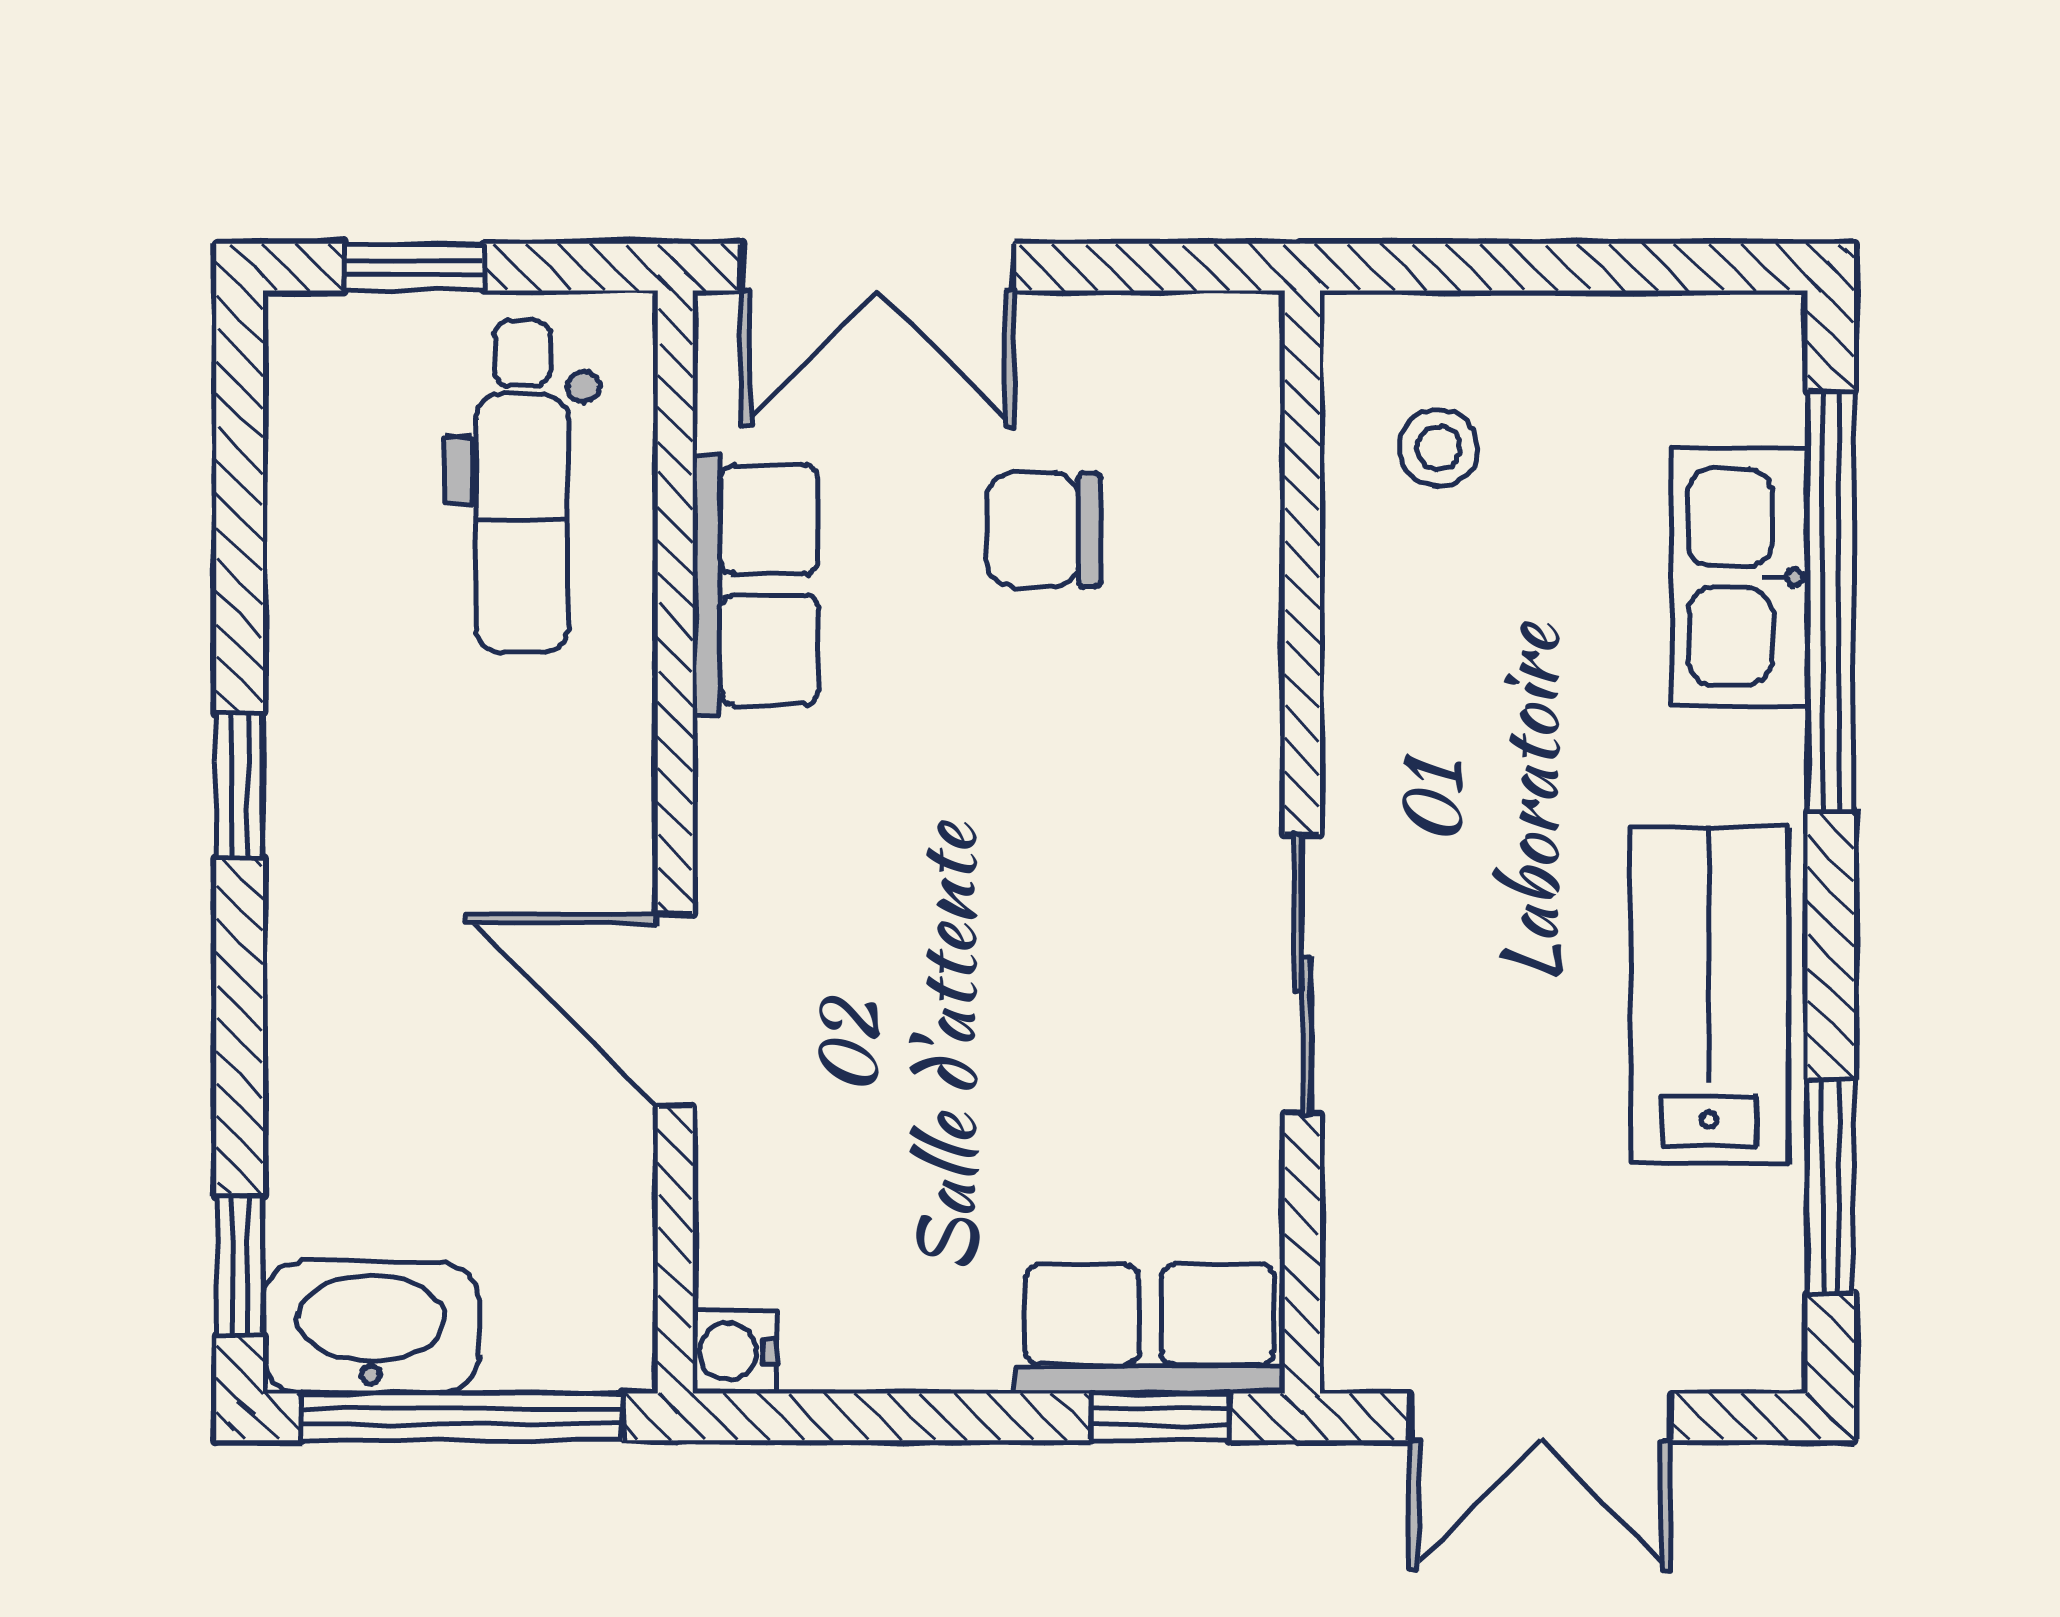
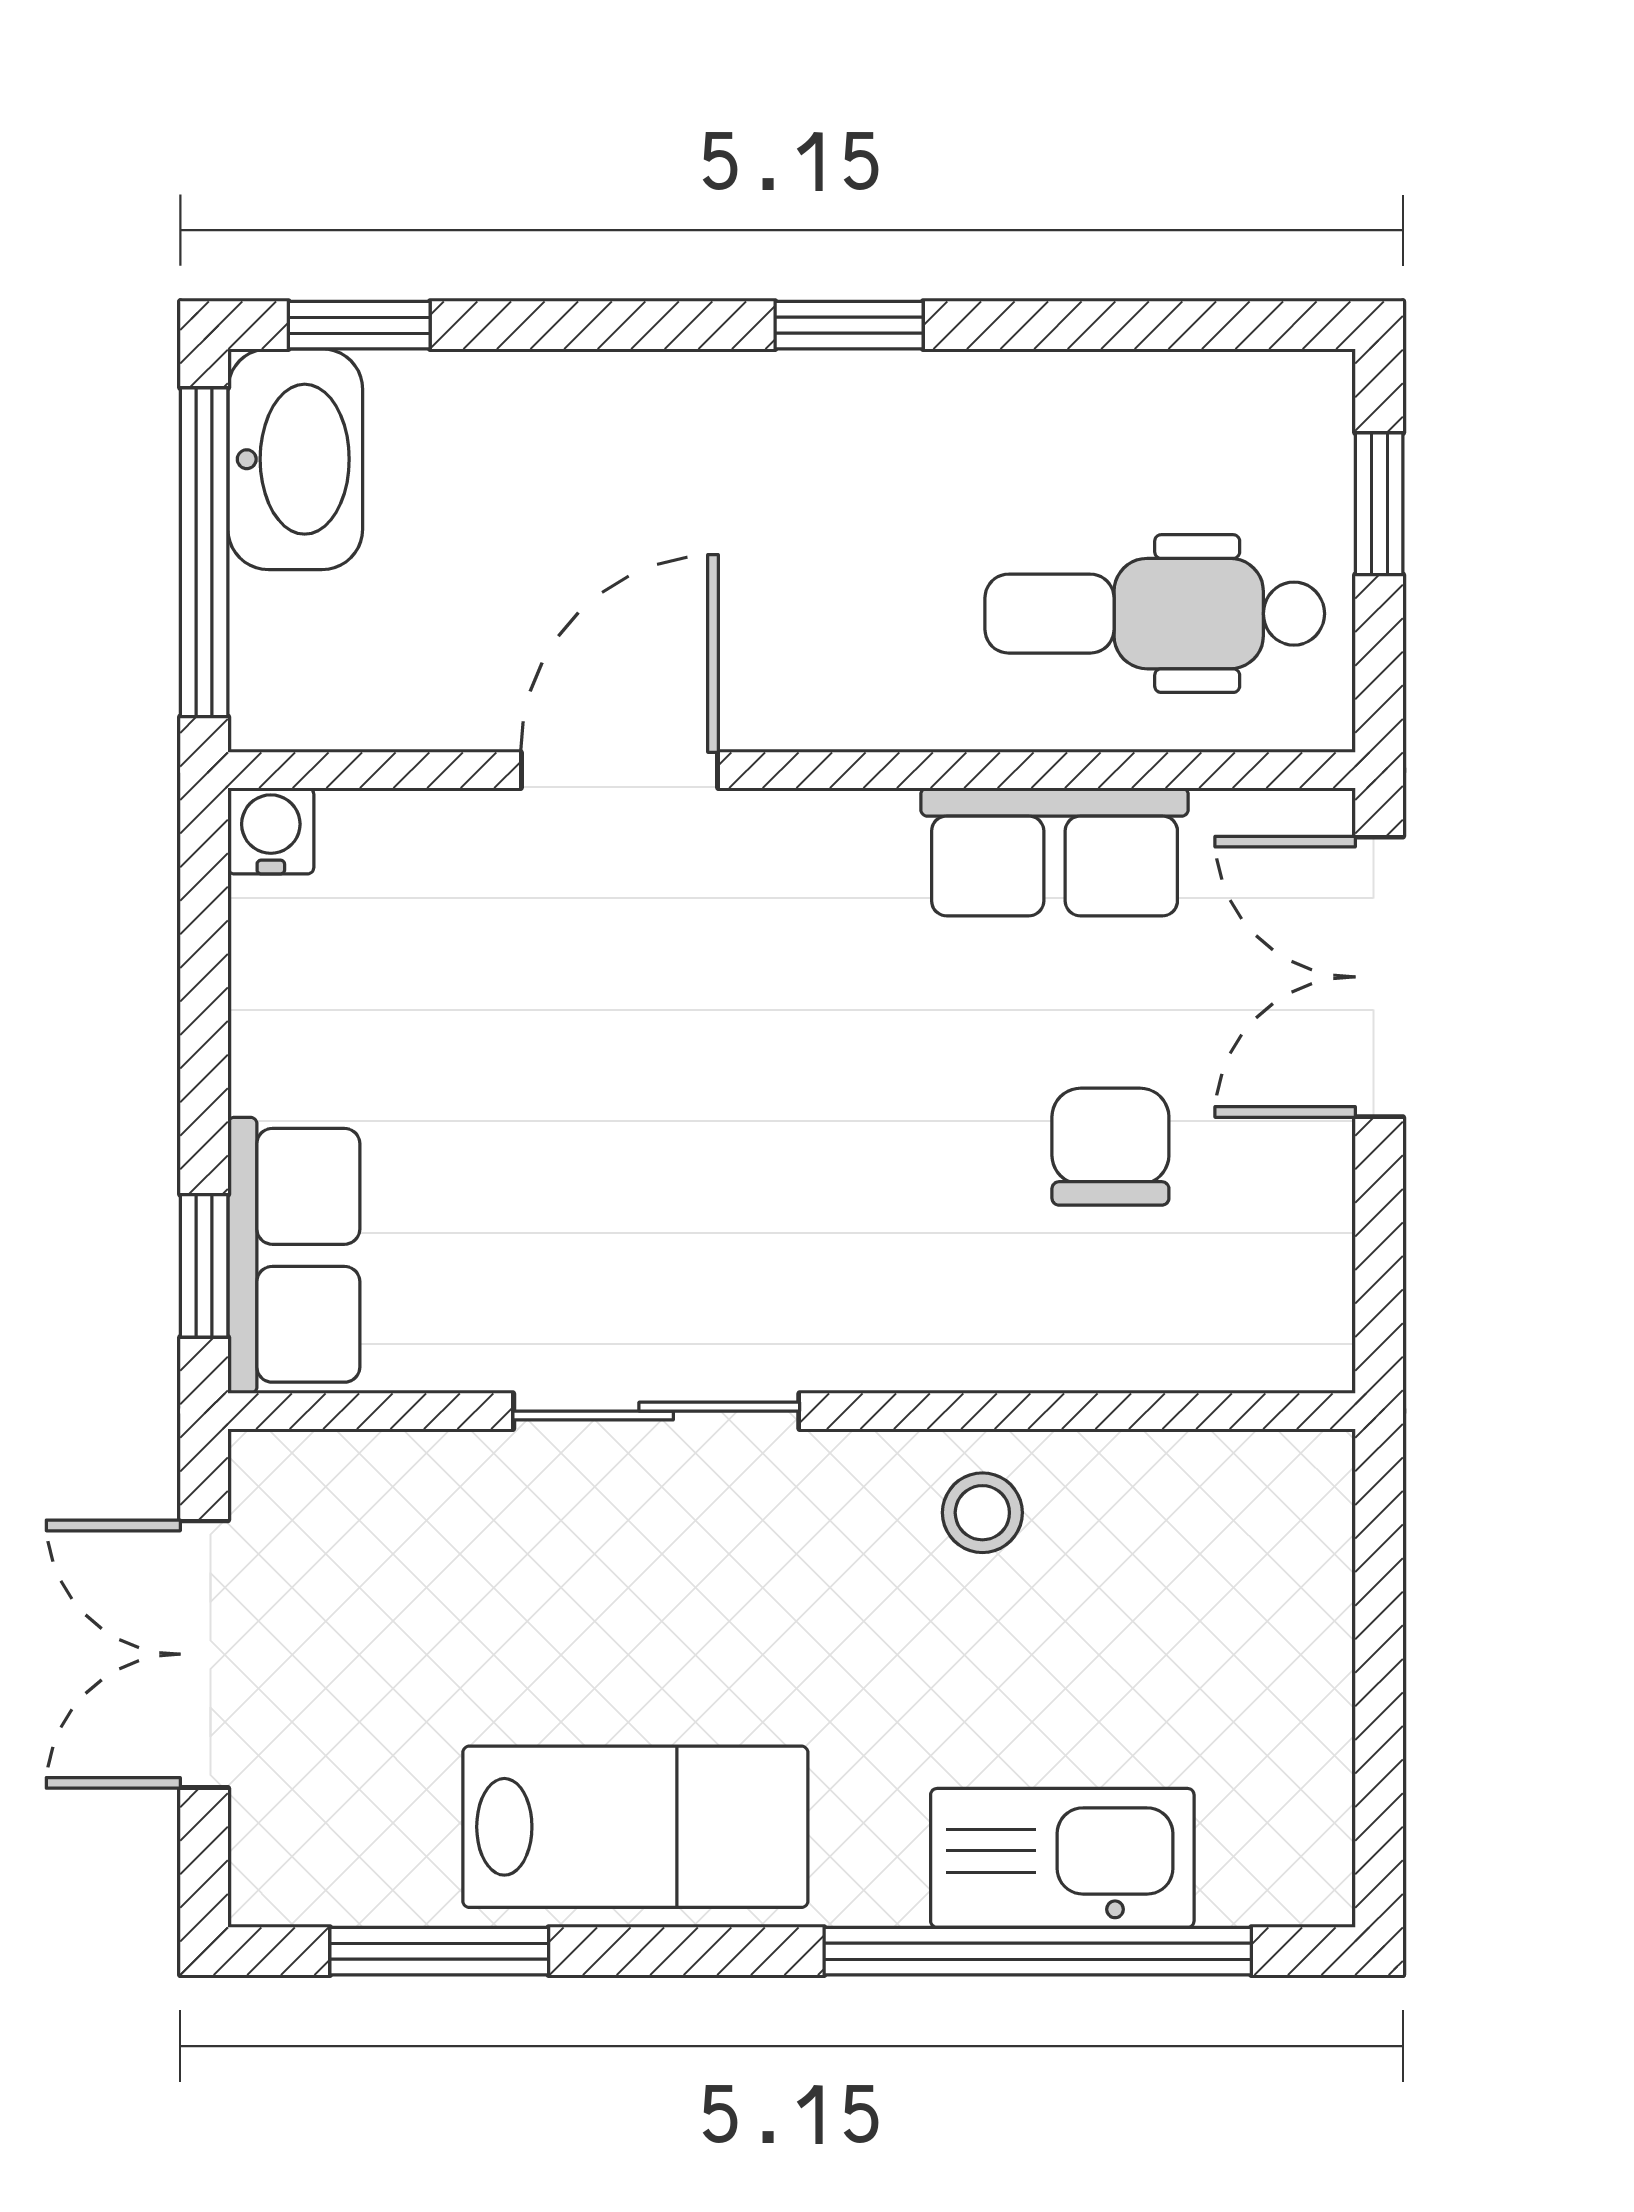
stool: (1438, 448) -> (982, 1513), moved

